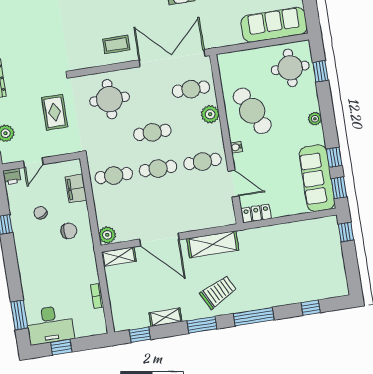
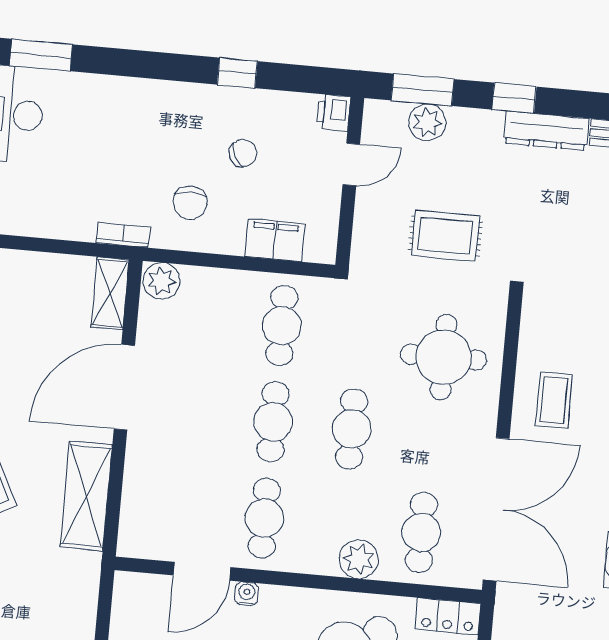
water cooler: (236, 147) -> (247, 594), moved
door: (33, 163) -> (351, 165), swing flipped
locker: (256, 213) -> (448, 616), moved, turned 90
bookcase: (97, 296) -> (123, 235), moved

